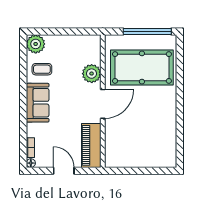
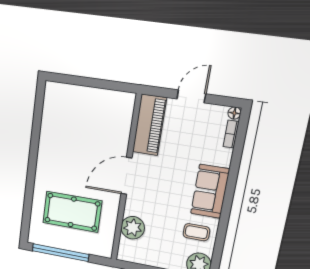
pool table: (142, 68) -> (72, 212), width x0.73, depth x0.76
plant: (92, 74) -> (133, 228), moved
door: (64, 171) -> (191, 96), swing flipped

